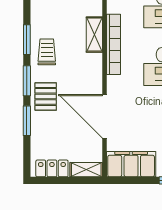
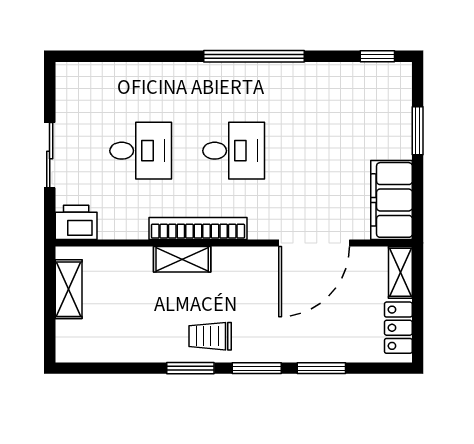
pallet: (46, 96) -> (282, 338), removed

